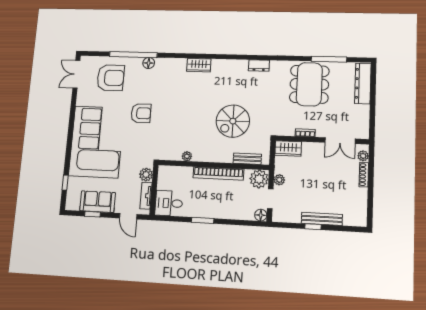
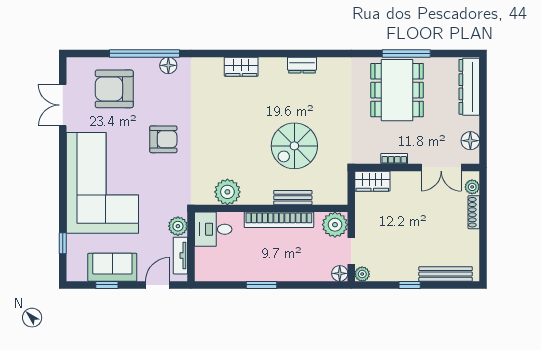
window: (329, 59) -> (406, 53), moved
dresser: (259, 66) -> (302, 65), moved
double door: (76, 74) -> (63, 105), moved
armchair: (111, 78) -> (114, 89), turned 180
floor lamp: (363, 122) -> (470, 141), added
plant: (187, 156) -> (227, 192), width x1.88, depth x1.88
bench: (247, 159) -> (293, 198), moved
plant: (279, 180) -> (362, 274), moved
desk: (169, 203) -> (213, 229), moved
door: (128, 216) -> (158, 285), swing flipped
bench: (322, 219) -> (446, 274), moved

